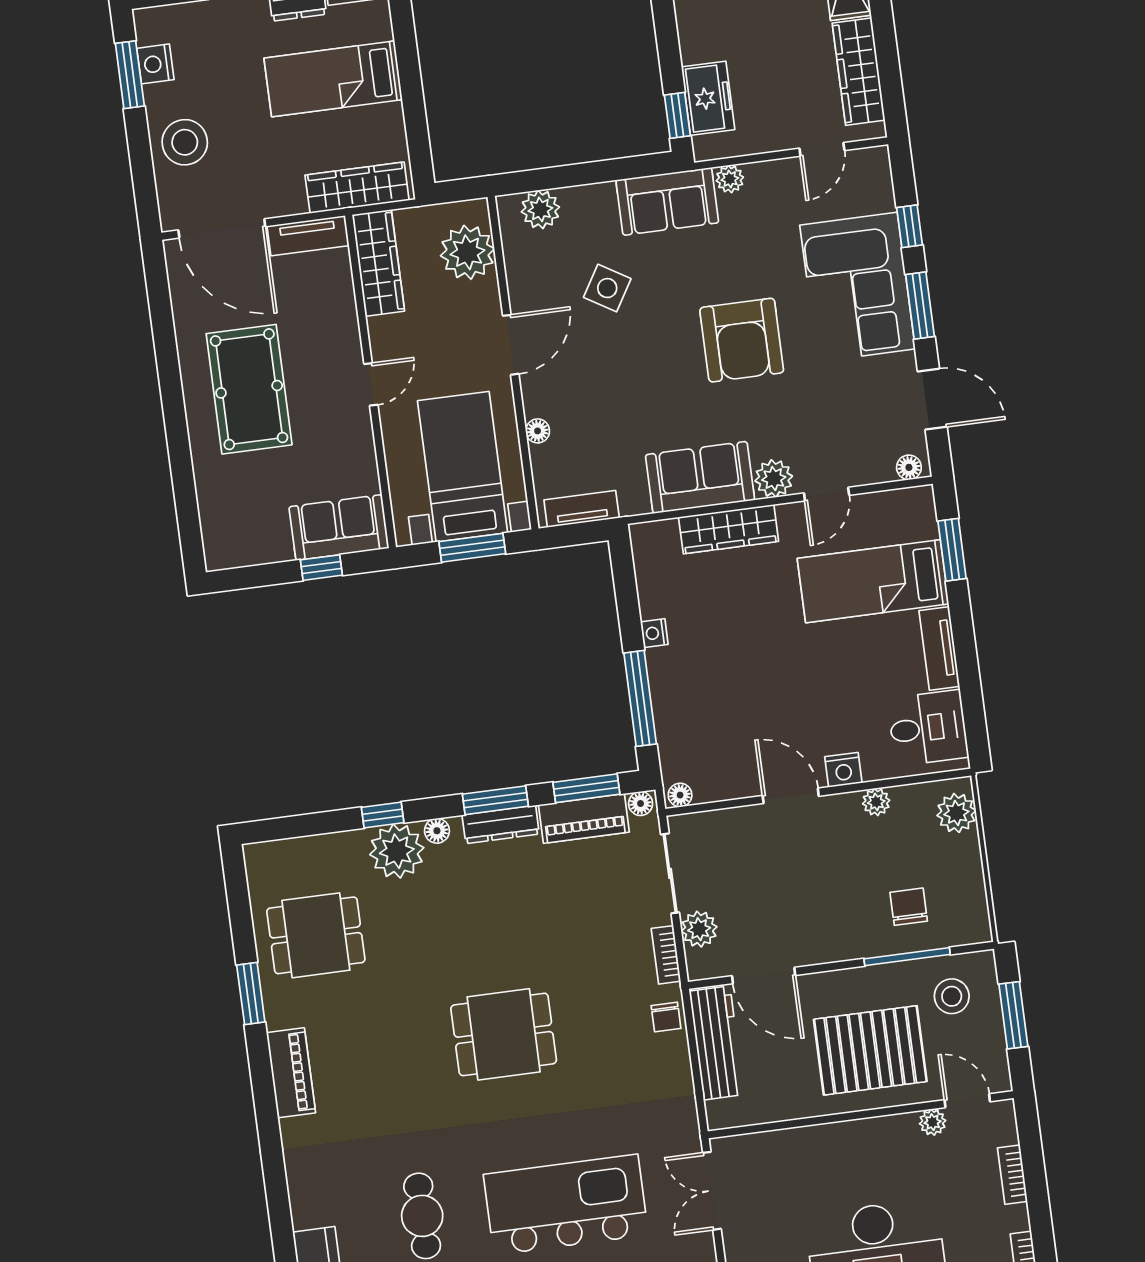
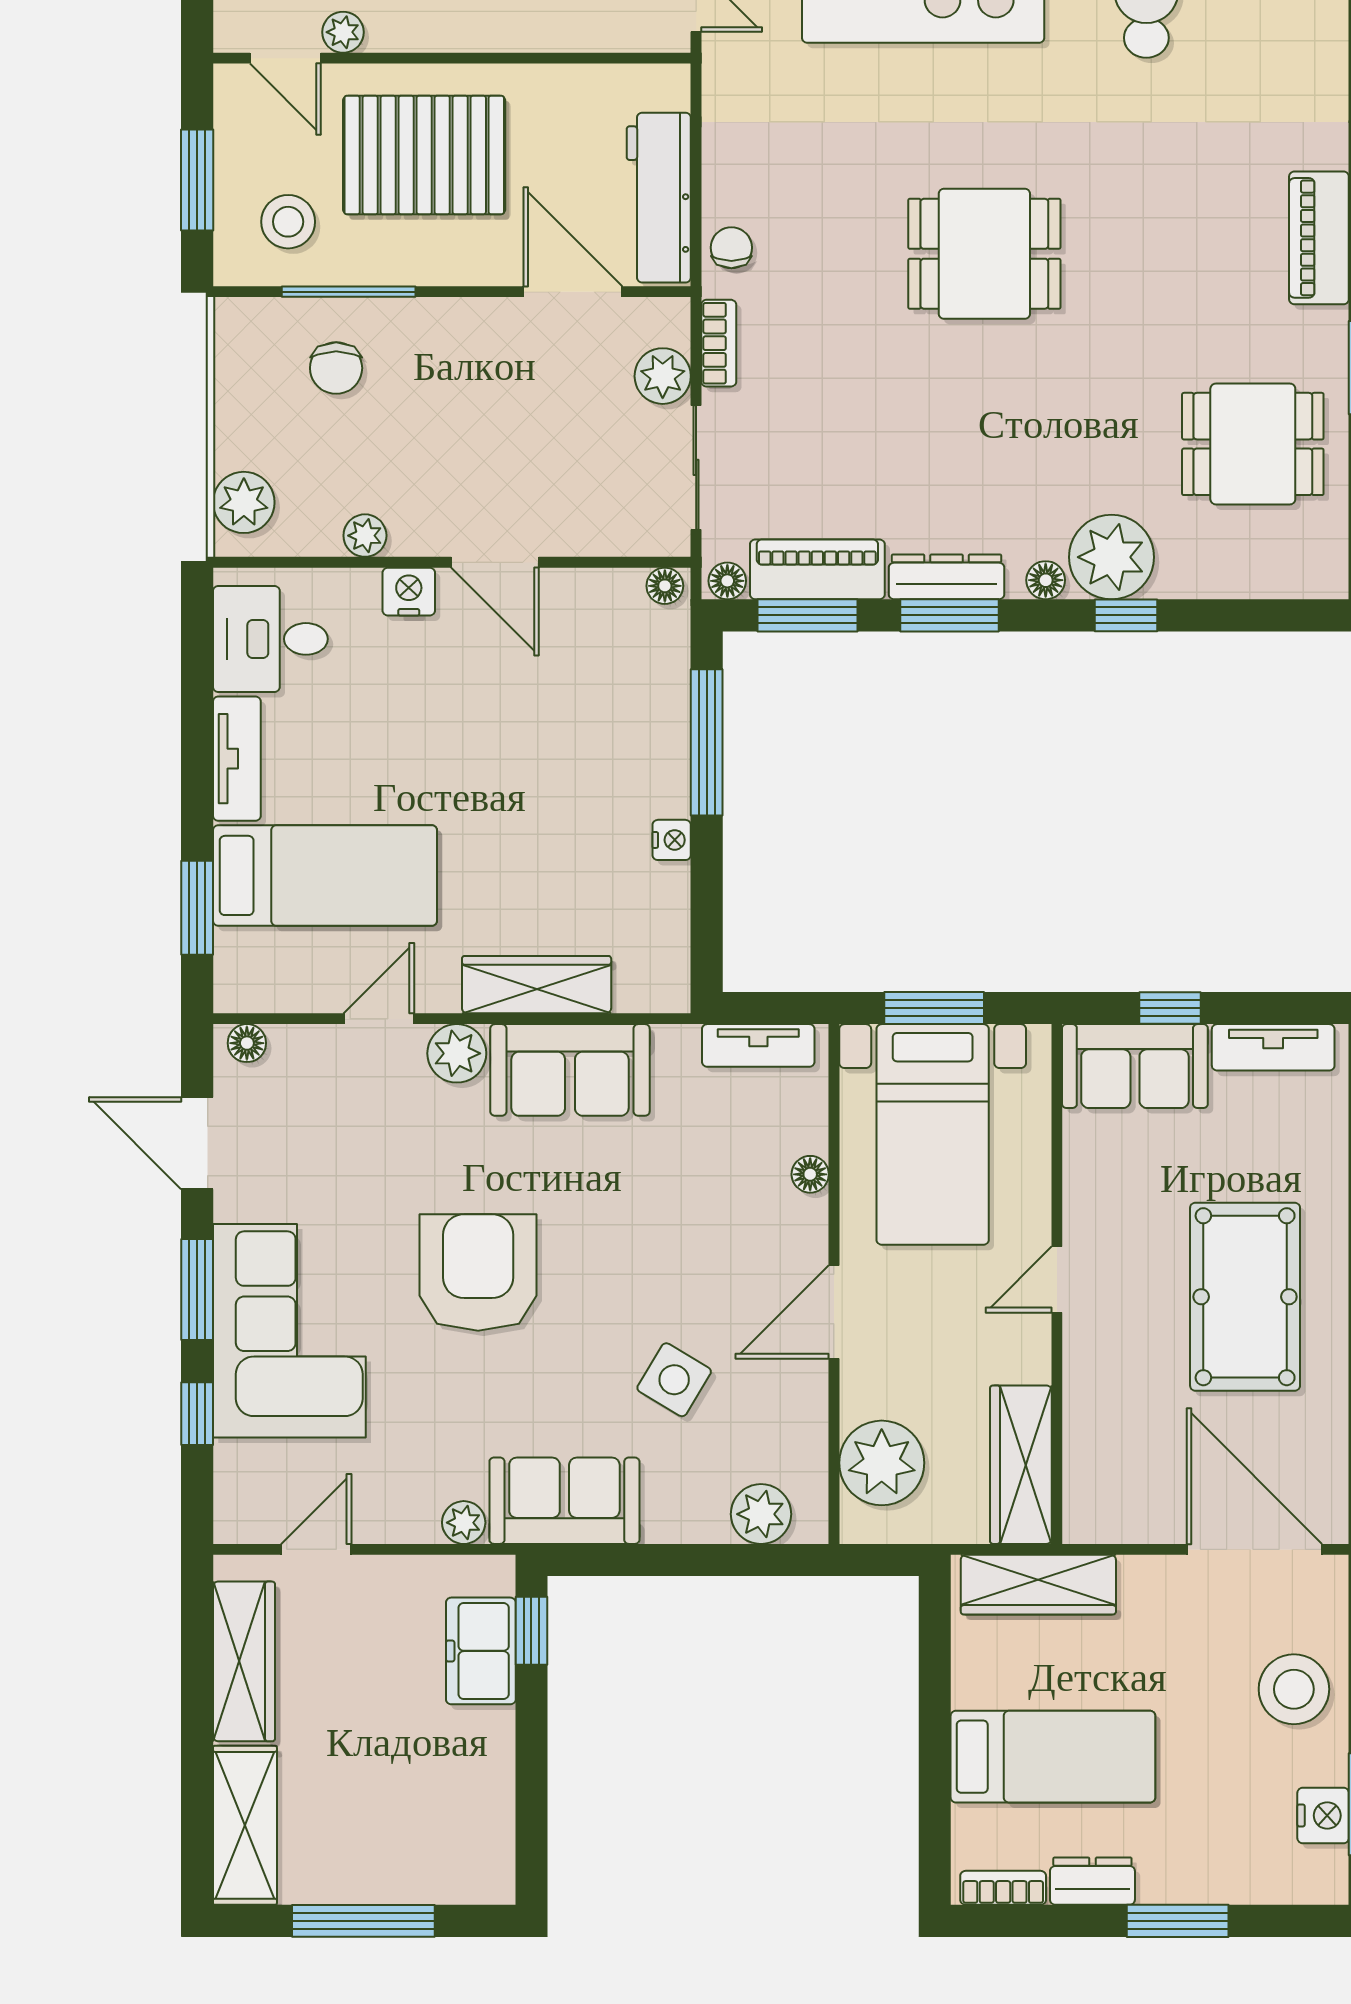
tv unit: (308, 236) -> (1273, 1047), moved, turned 180

